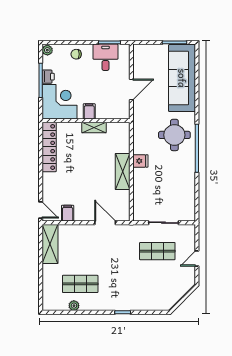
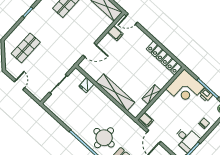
filing cabinet: (89, 111) -> (146, 120), moved
fridge: (140, 161) -> (86, 85), moved
shelving: (123, 172) -> (115, 92), width x1.47
shop shelf: (157, 251) -> (26, 48), moved

